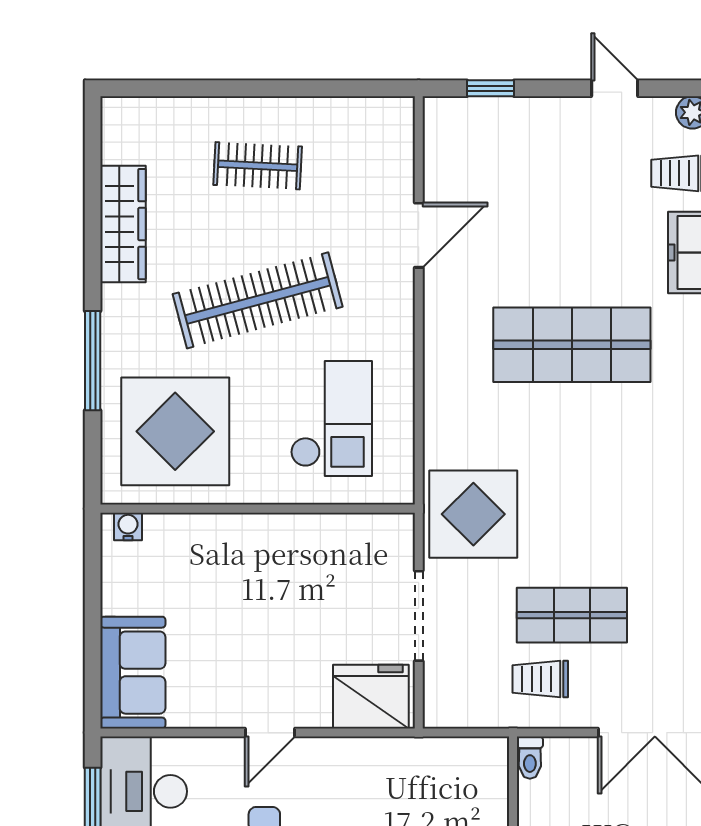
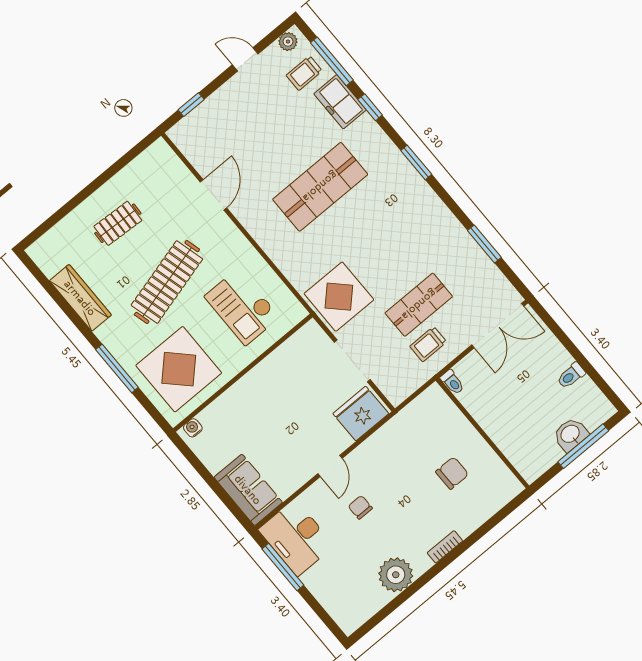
checkout: (331, 419) -> (242, 307), turned 180

